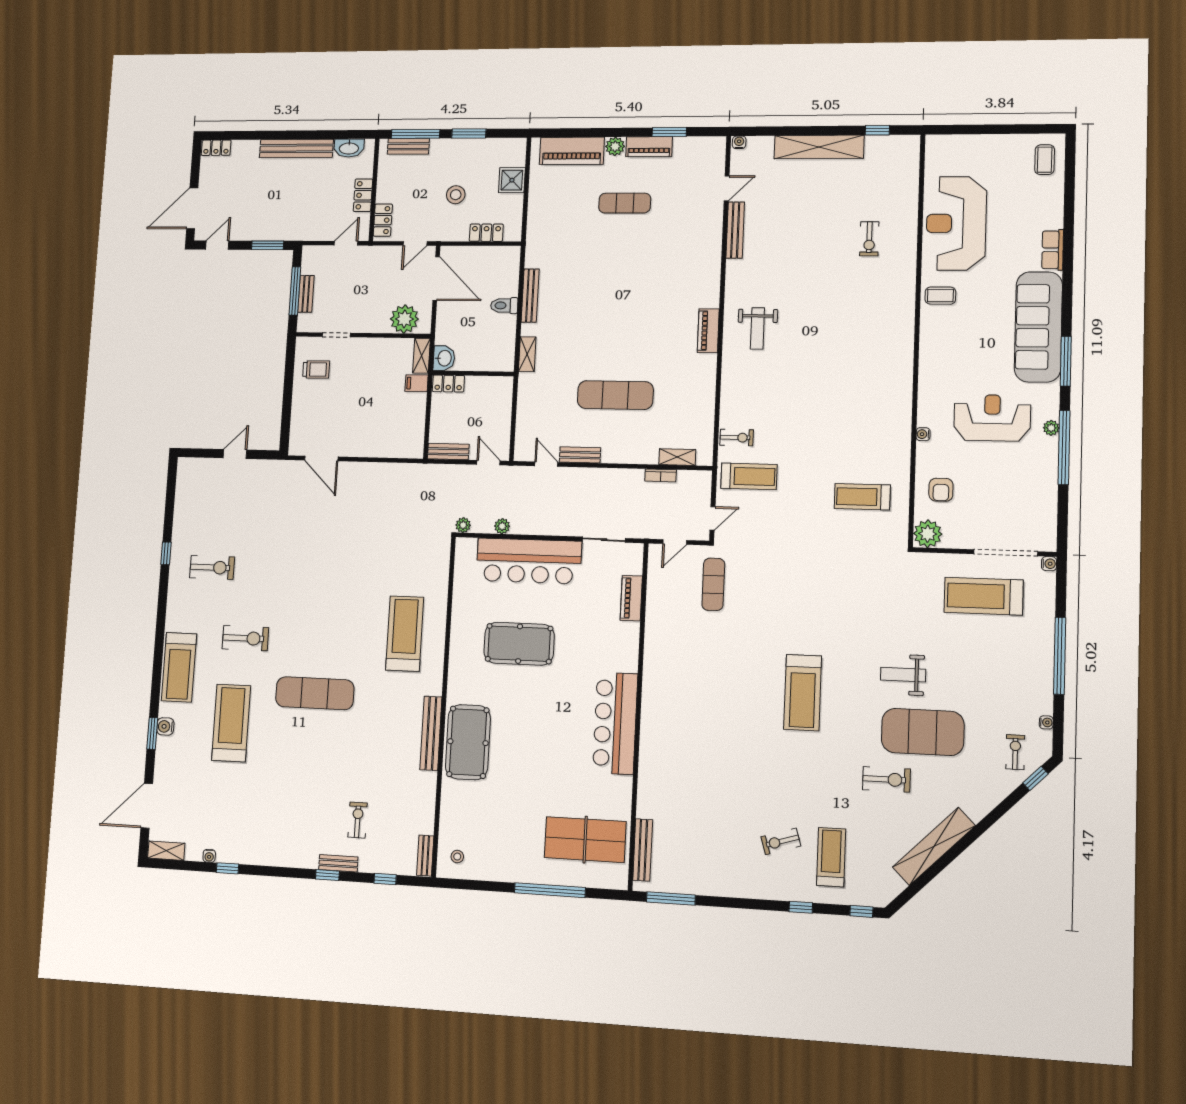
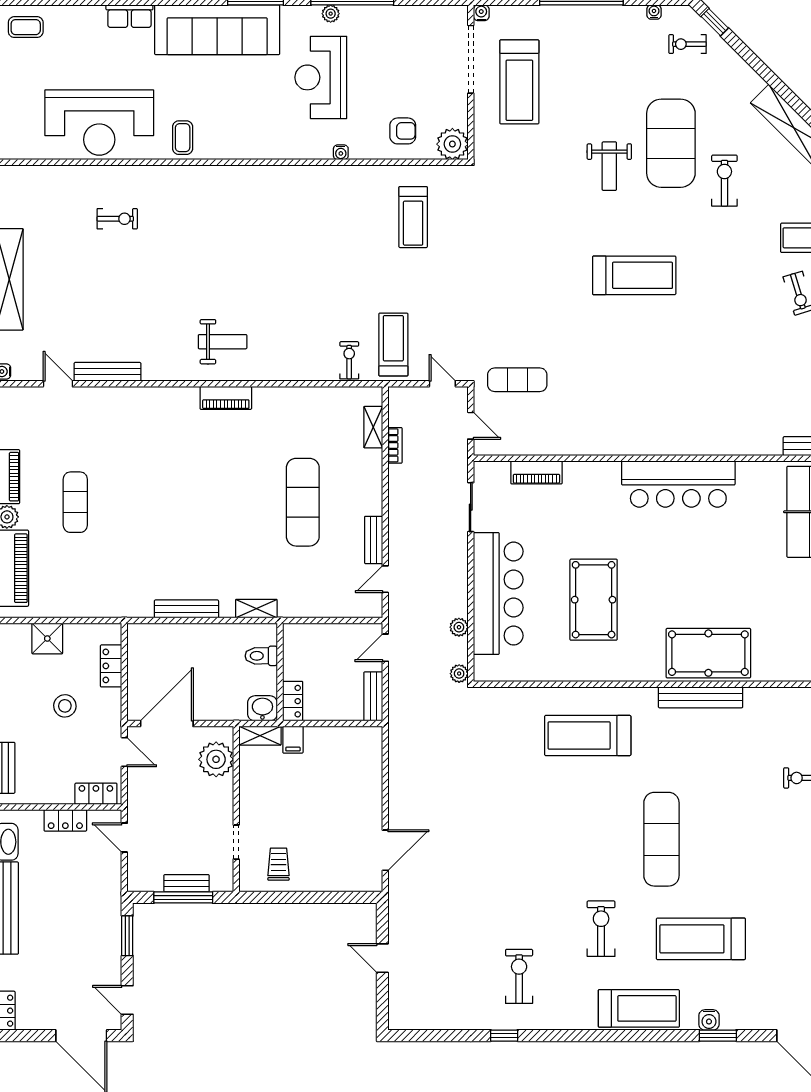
toilet: (504, 305) -> (261, 656), moved, turned 90

